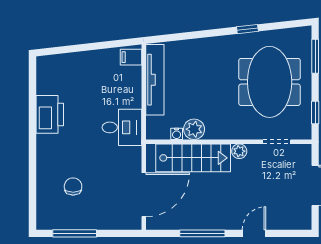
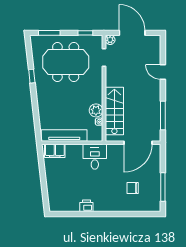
filing cabinet: (131, 57) -> (55, 151), width x2.00
printer: (50, 114) -> (86, 206), width x0.53, depth x0.68
plant: (239, 151) -> (110, 40), moved
door: (144, 195) -> (138, 143), swing flipped
window: (202, 233) -> (163, 116), moved

